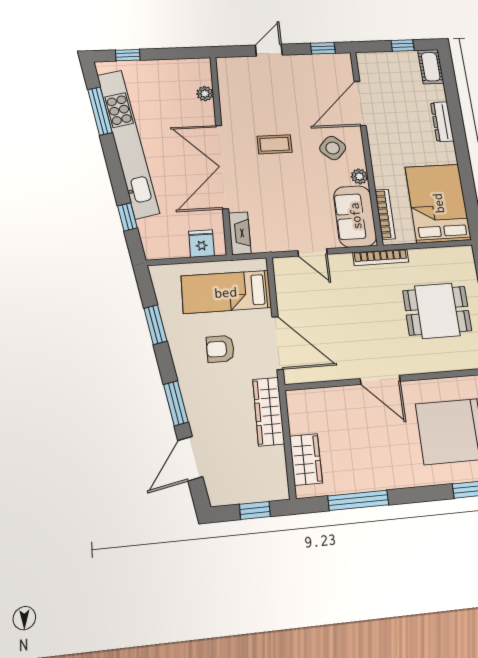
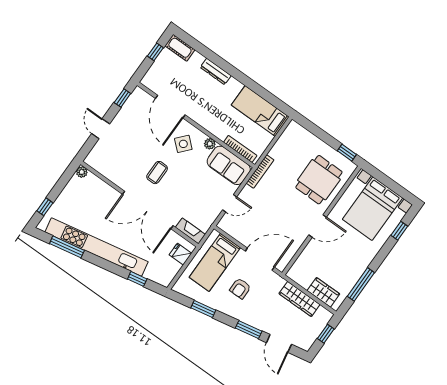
plant: (205, 94) -> (82, 172), moved
bed: (438, 203) -> (260, 111), width x0.67
dining table: (437, 311) -> (319, 180), moved
wardrobe: (269, 411) -> (299, 299), moved

